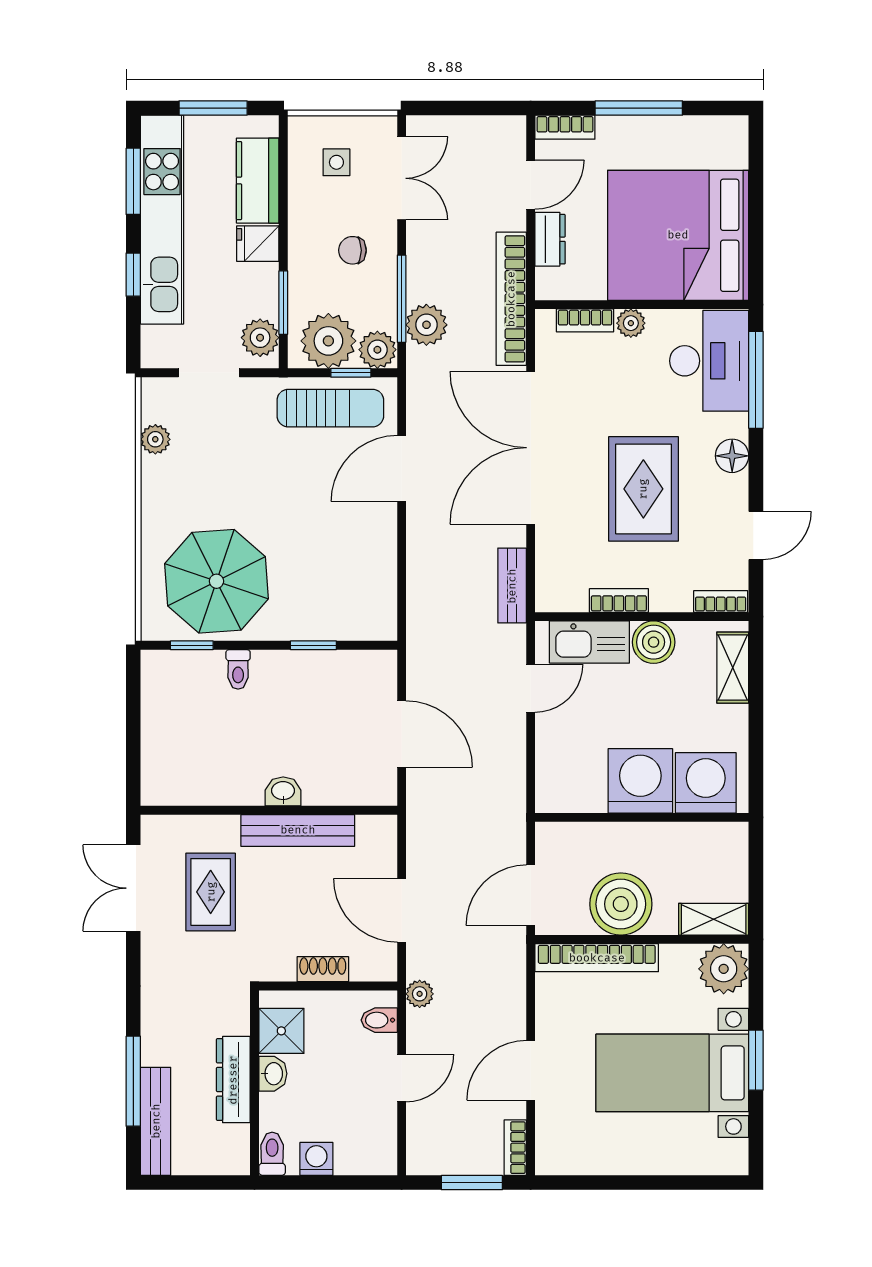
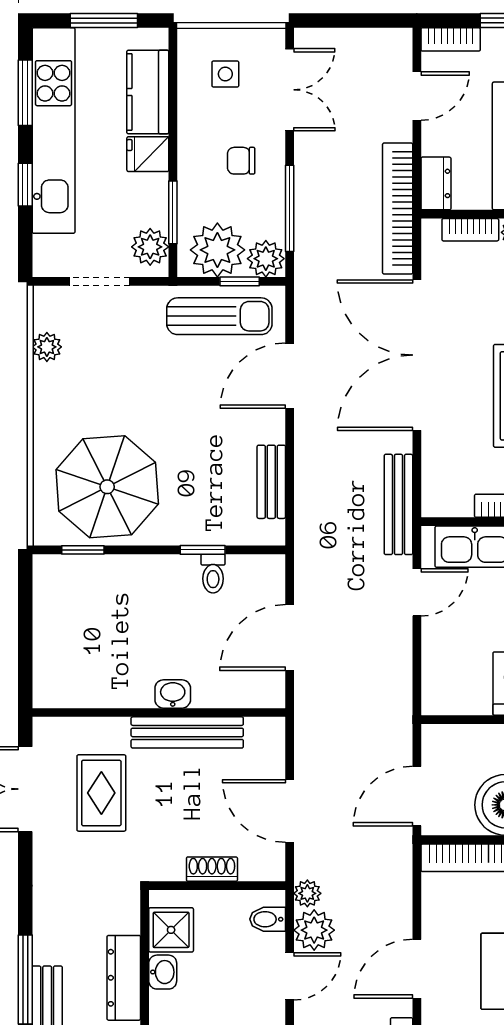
dresser: (550, 239) -> (436, 183), moved
plant: (426, 325) -> (314, 930), moved
bench: (383, 576) -> (271, 482), added
bench: (512, 586) -> (398, 504), width x1.36
toilet: (238, 669) -> (213, 574), moved
door: (402, 734) -> (290, 637), swing flipped

